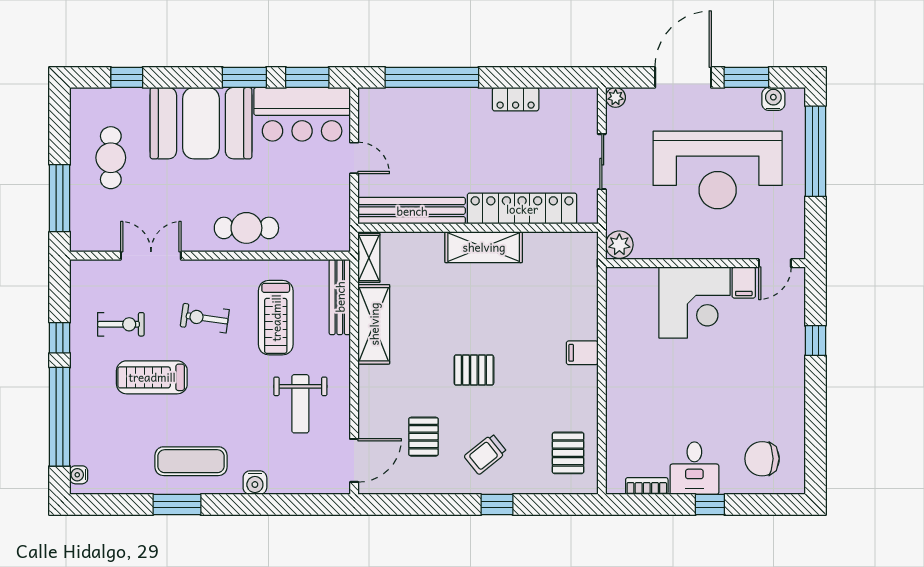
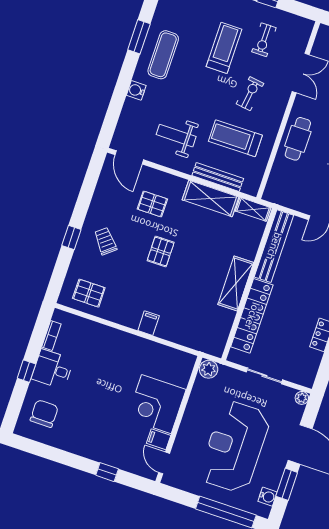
bench: (340, 297) -> (218, 177), moved
pallet: (423, 437) -> (152, 204), moved

